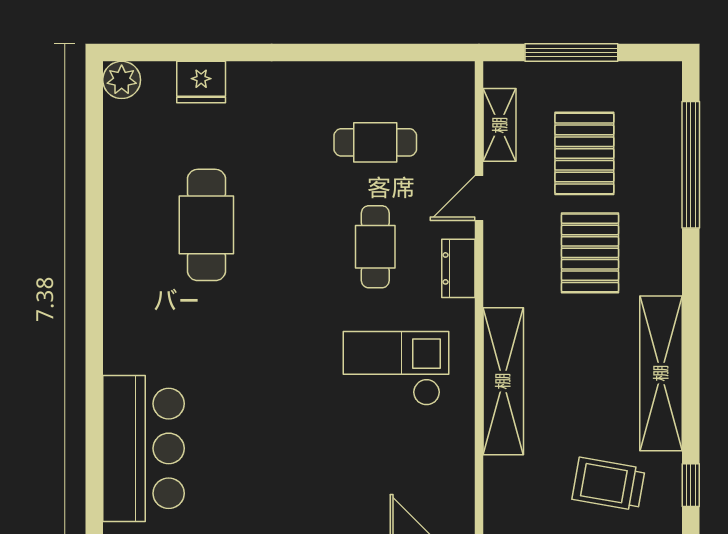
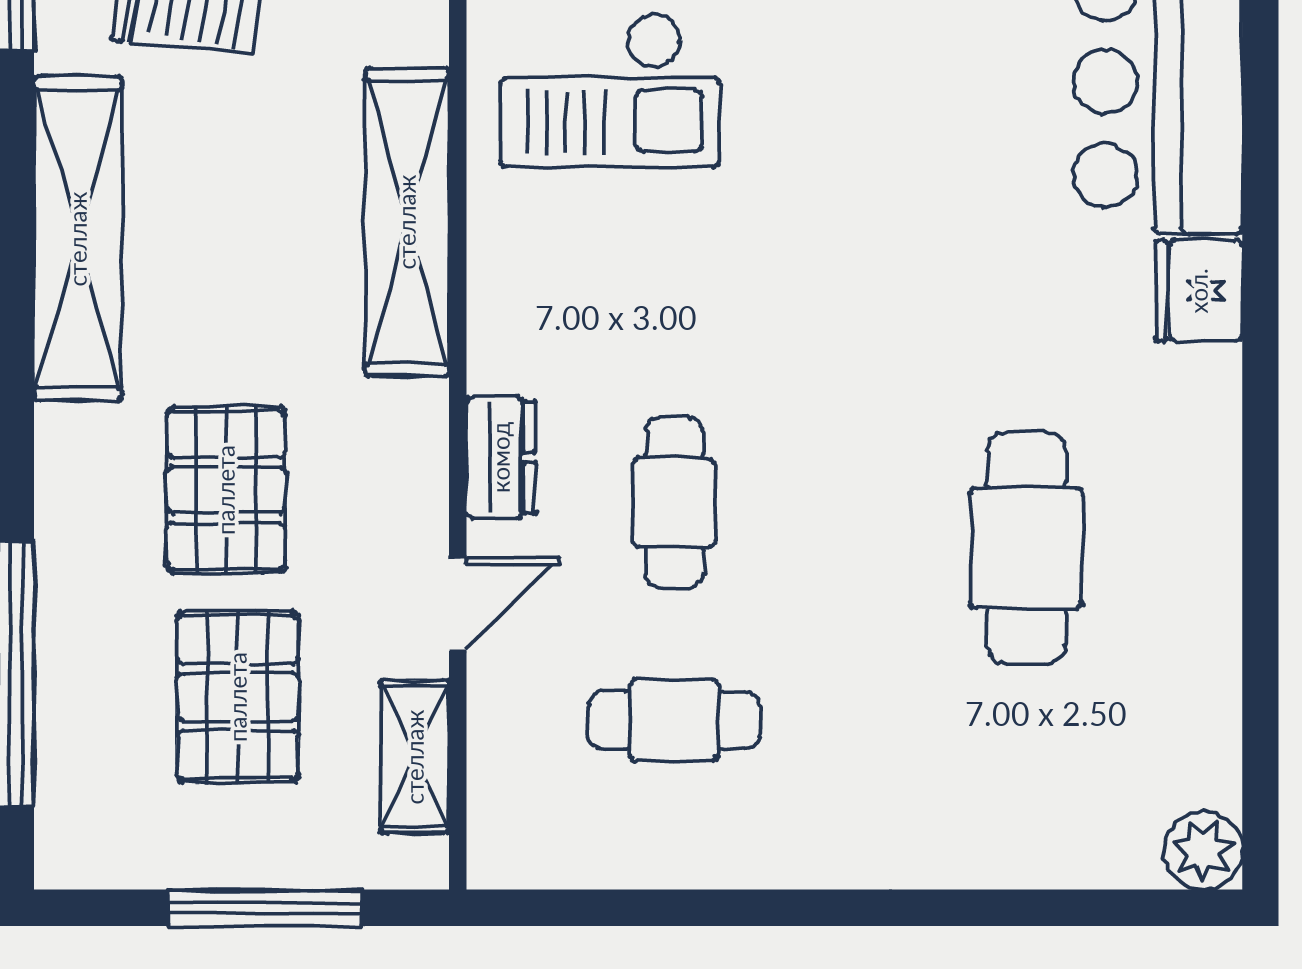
fridge: (201, 82) -> (1199, 291), moved, turned -90
checkout: (396, 368) -> (610, 90), moved

